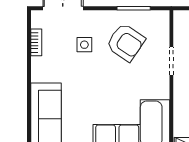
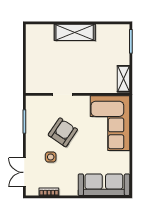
armchair: (126, 42) -> (63, 132), moved

